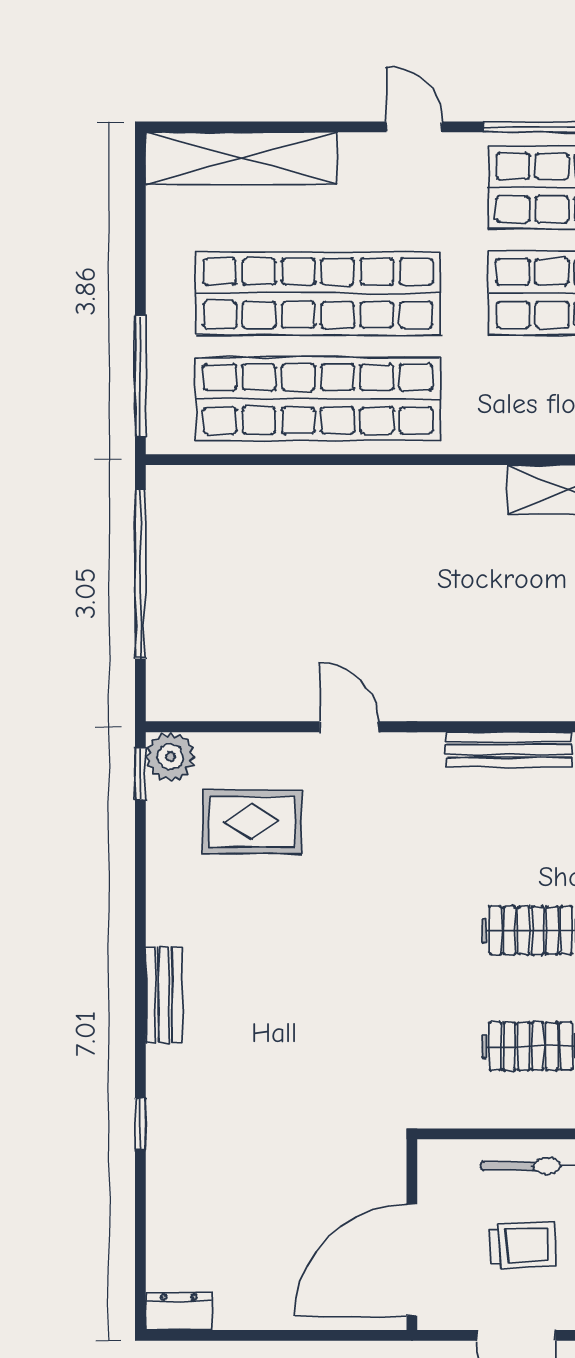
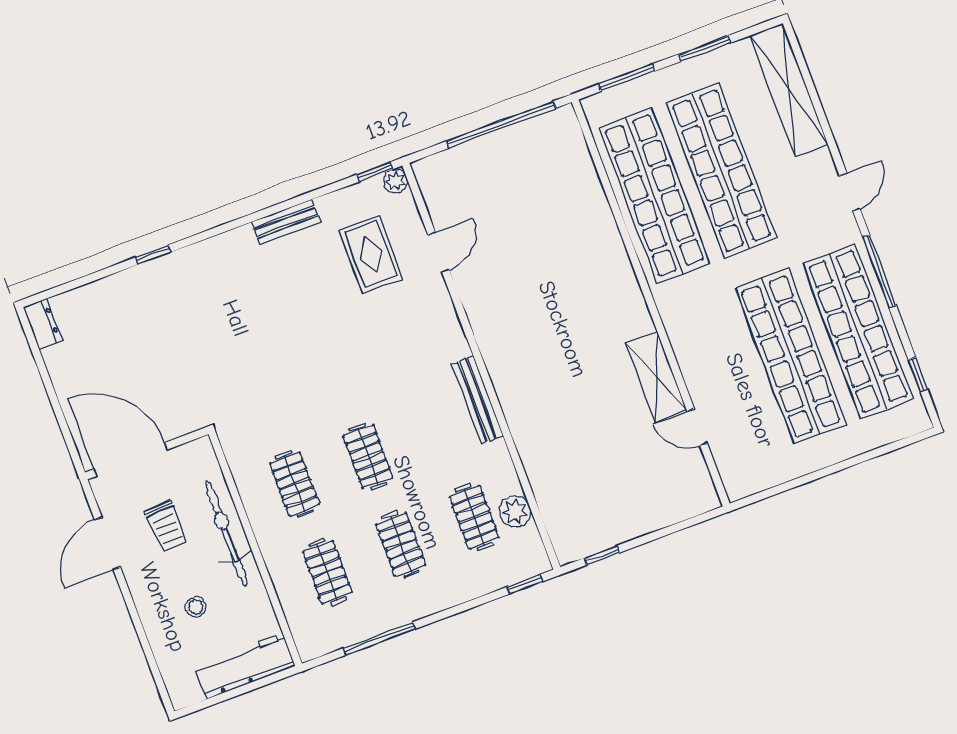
window: (140, 253) -> (705, 49), added
window: (140, 376) -> (627, 78), width x0.69
door: (349, 727) -> (439, 252), moved
plant: (170, 757) -> (395, 181), width x0.73, depth x0.73
bench: (164, 995) -> (286, 222), moved

